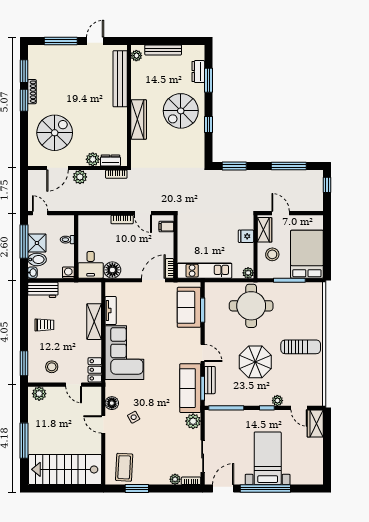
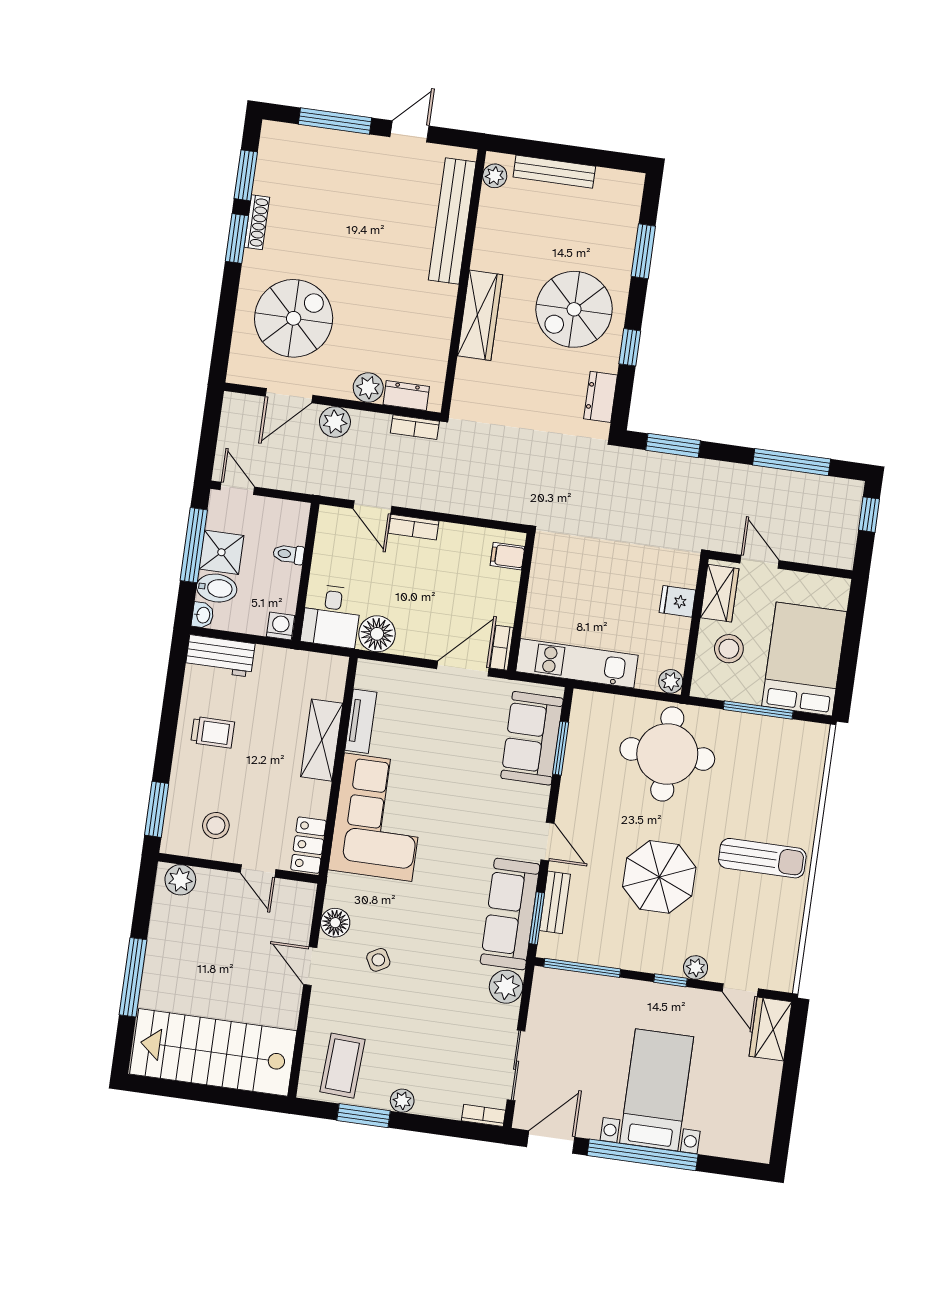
dresser: (198, 72) -> (601, 397), moved
door: (143, 213) -> (372, 507), moved
plant: (175, 479) -> (402, 1101), moved

